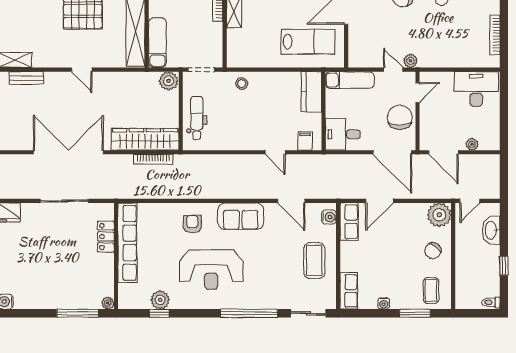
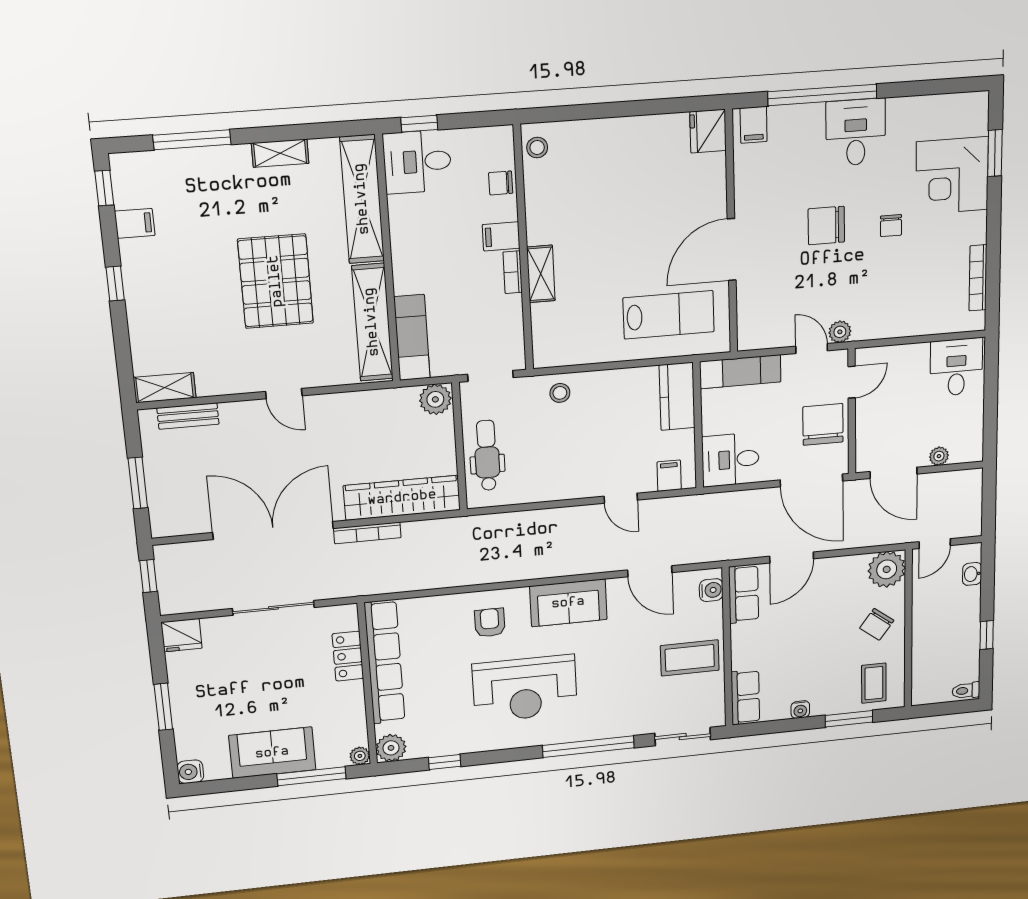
desk: (476, 89) -> (956, 367), width x0.73
bookcase: (153, 159) -> (367, 533), moved
washbasin: (491, 230) -> (972, 574), width x0.52, depth x0.69
coffee table: (314, 261) -> (690, 658), turned 90
sofa: (55, 295) -> (272, 753), added
plant: (160, 300) -> (391, 748), moved

